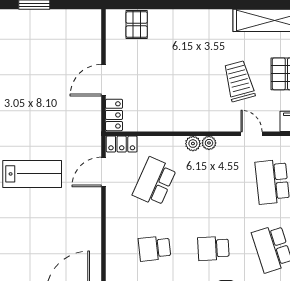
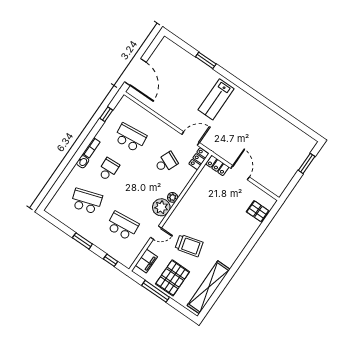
plant: (209, 143) -> (161, 207), width x1.87, depth x1.87
door: (103, 172) -> (191, 139), hinge flipped
school desk: (155, 182) -> (166, 162), width x0.54
school desk: (155, 248) -> (130, 138), width x1.85

